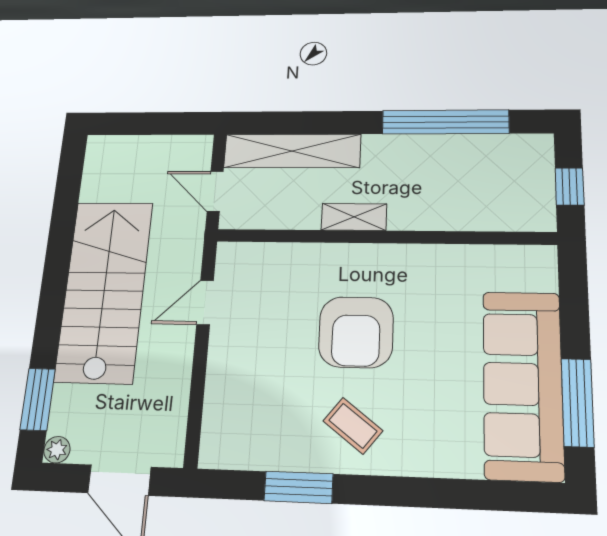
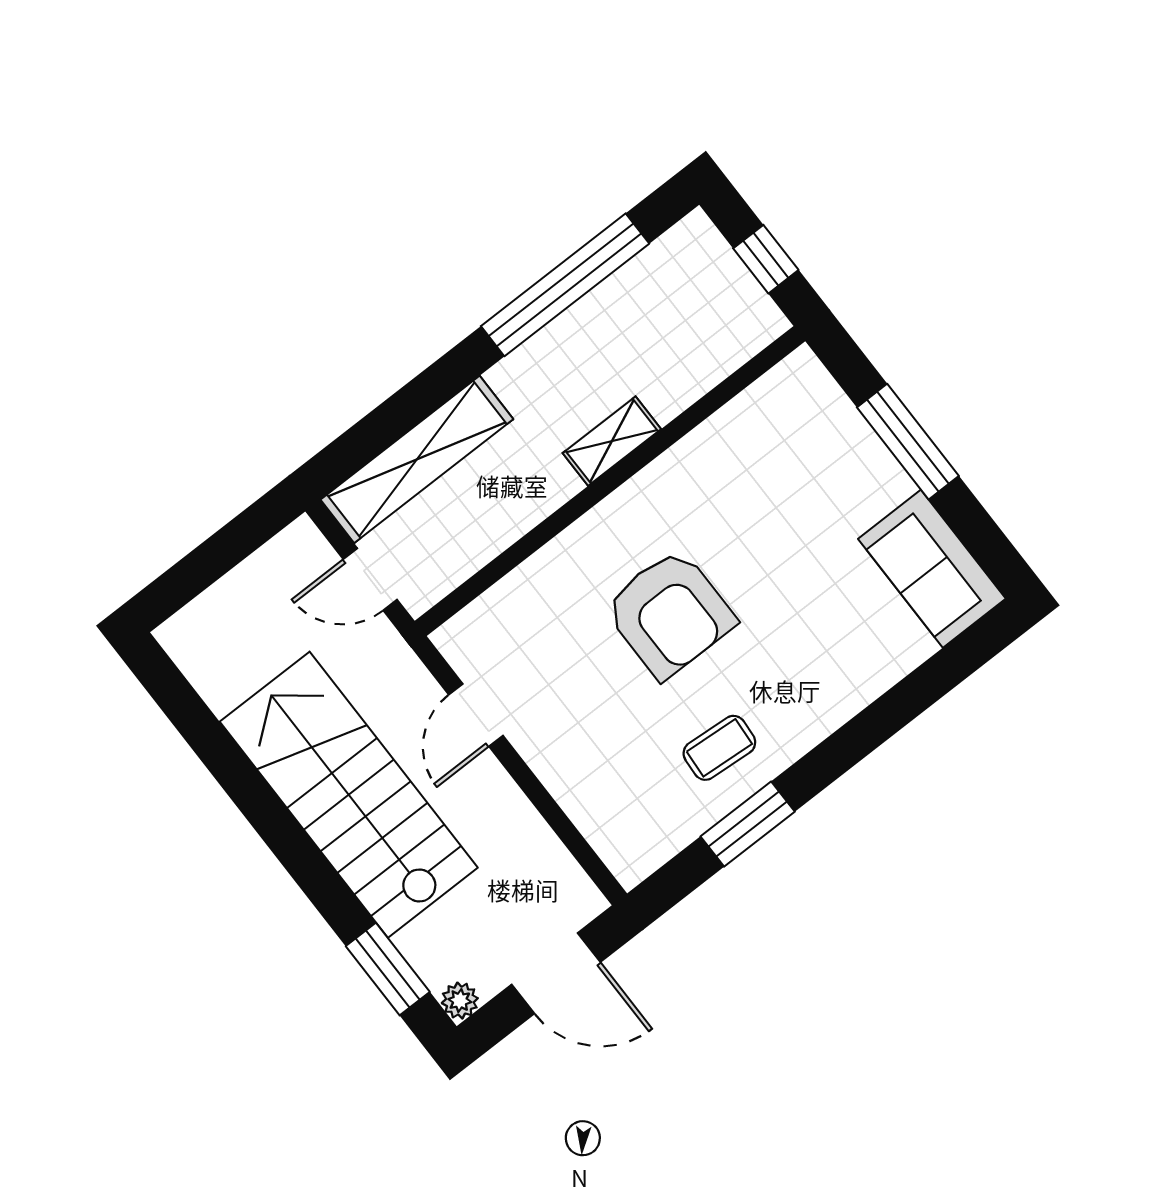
shelving: (354, 217) -> (612, 441), moved
sofa: (523, 384) -> (932, 569), width x0.54, depth x0.79
window: (578, 402) -> (908, 442), moved
coffee table: (353, 426) -> (719, 748), moved, turned -34

